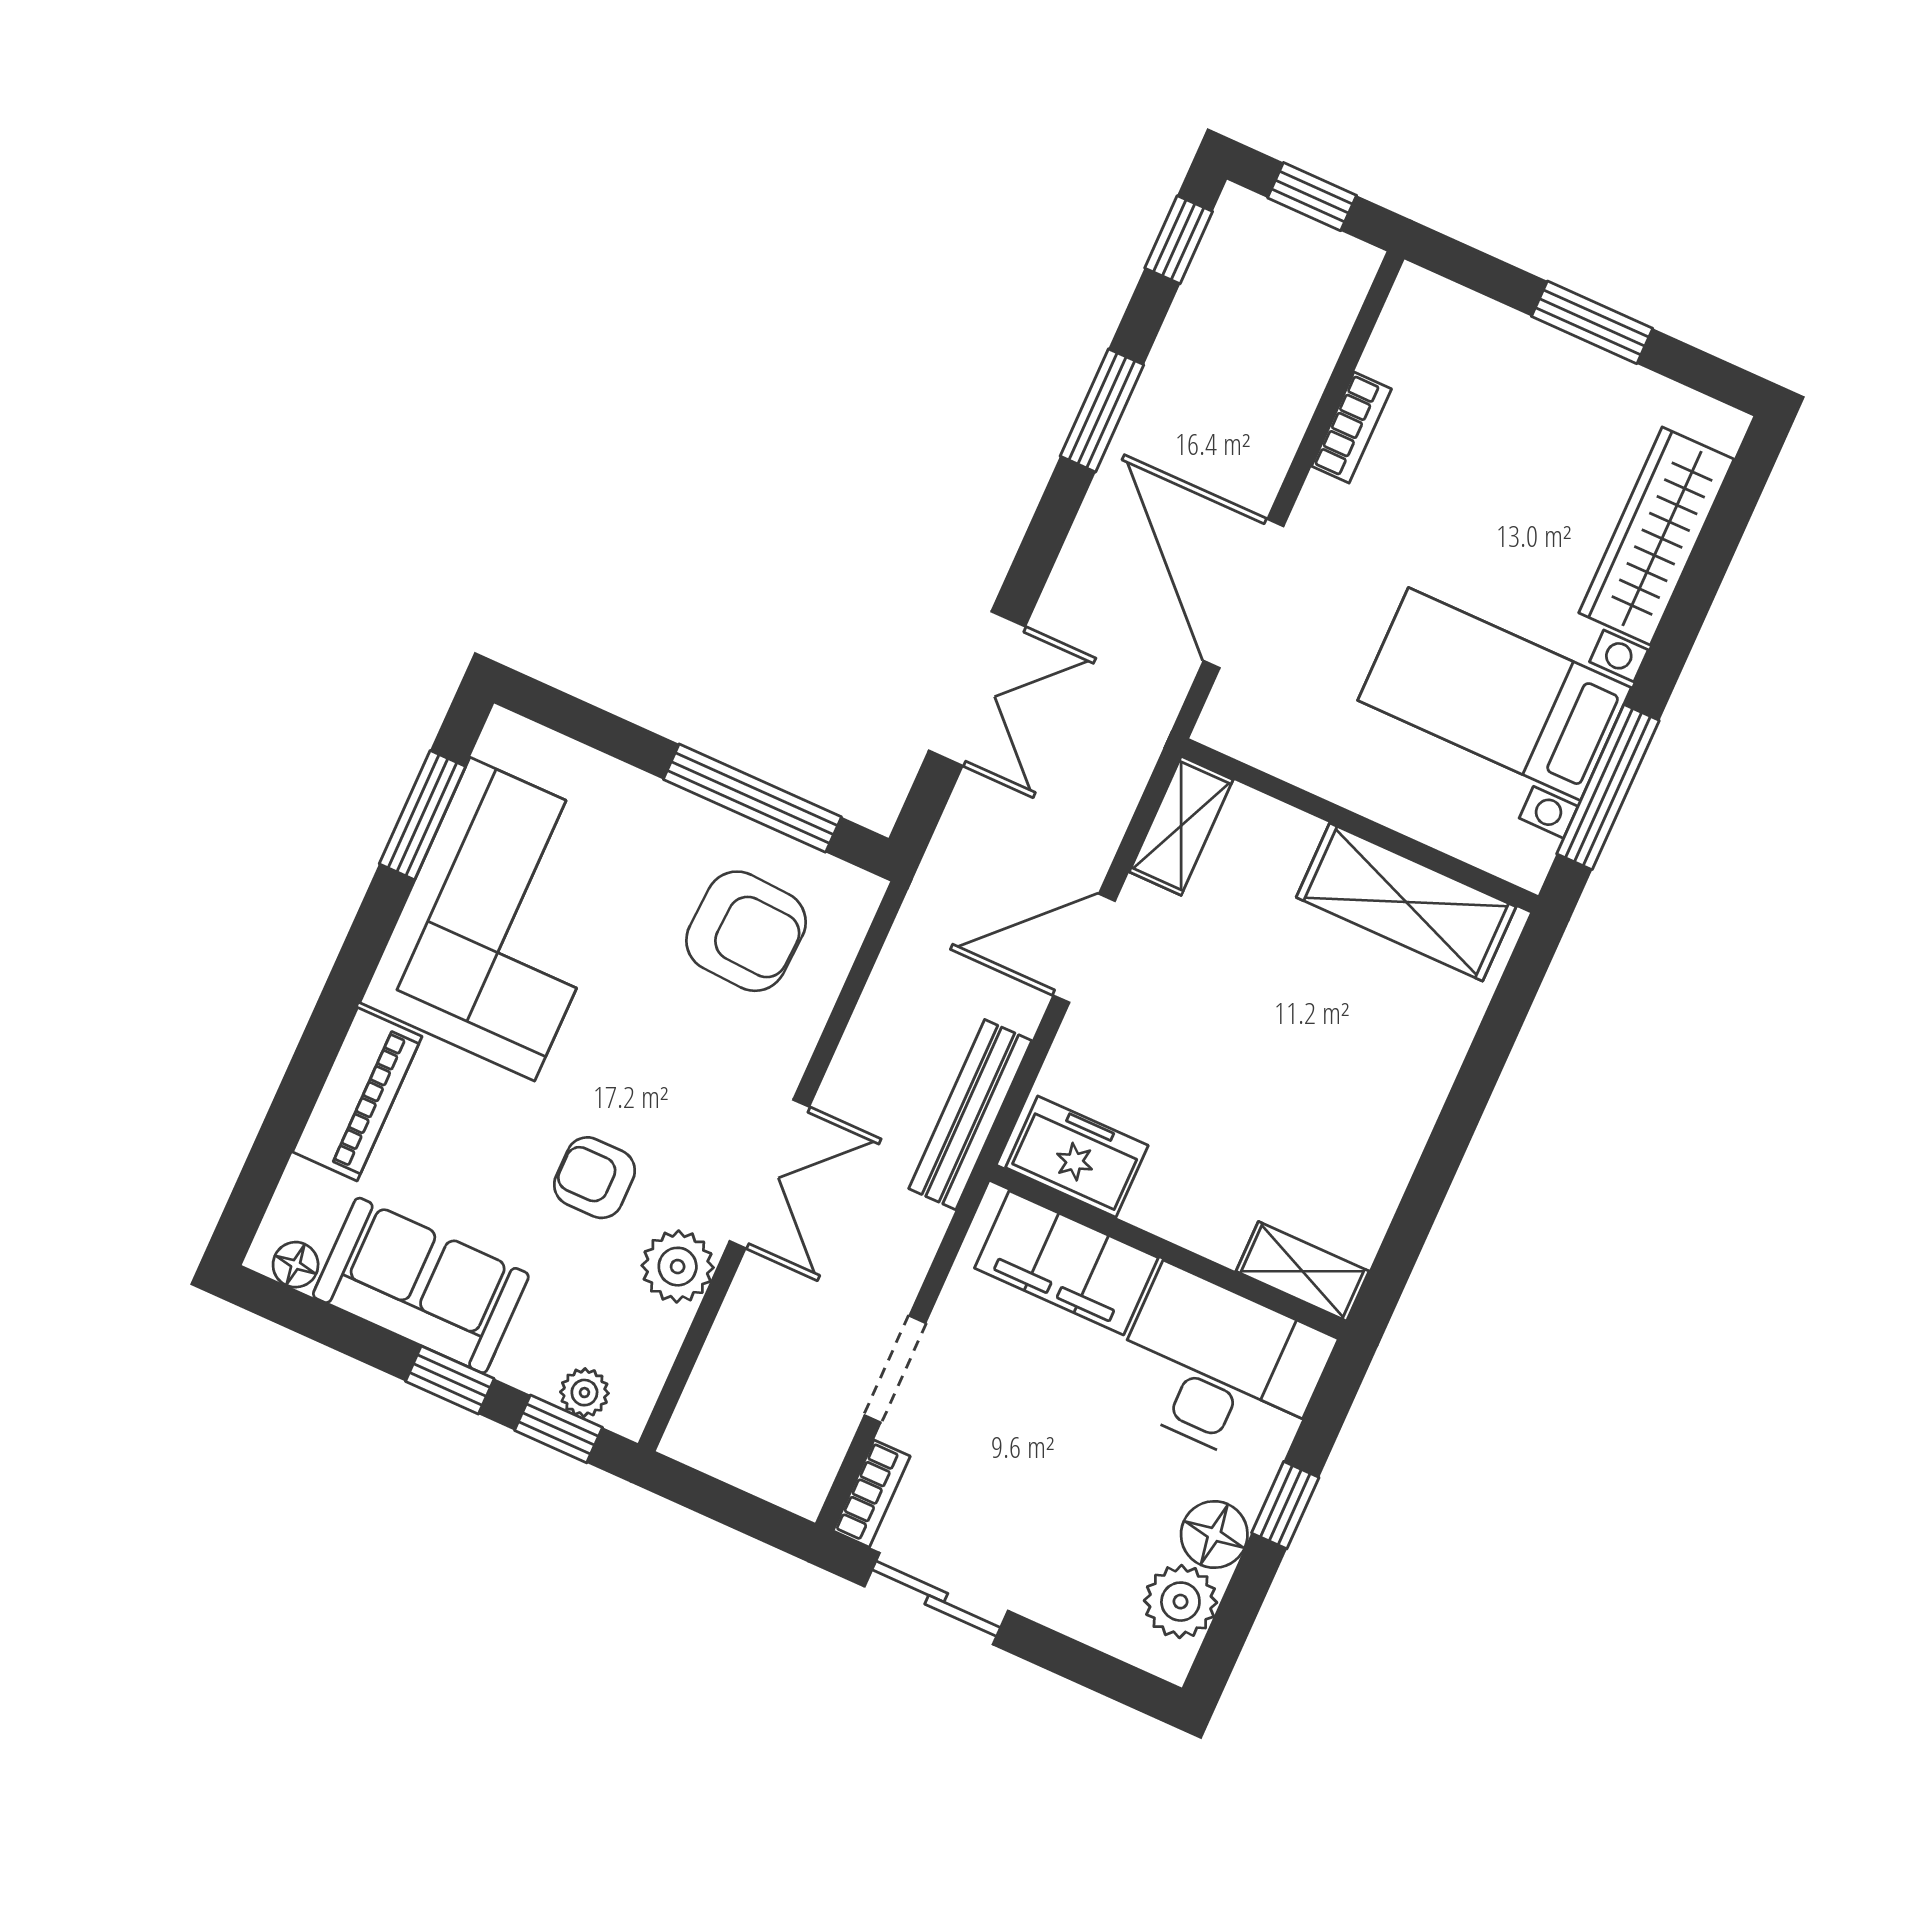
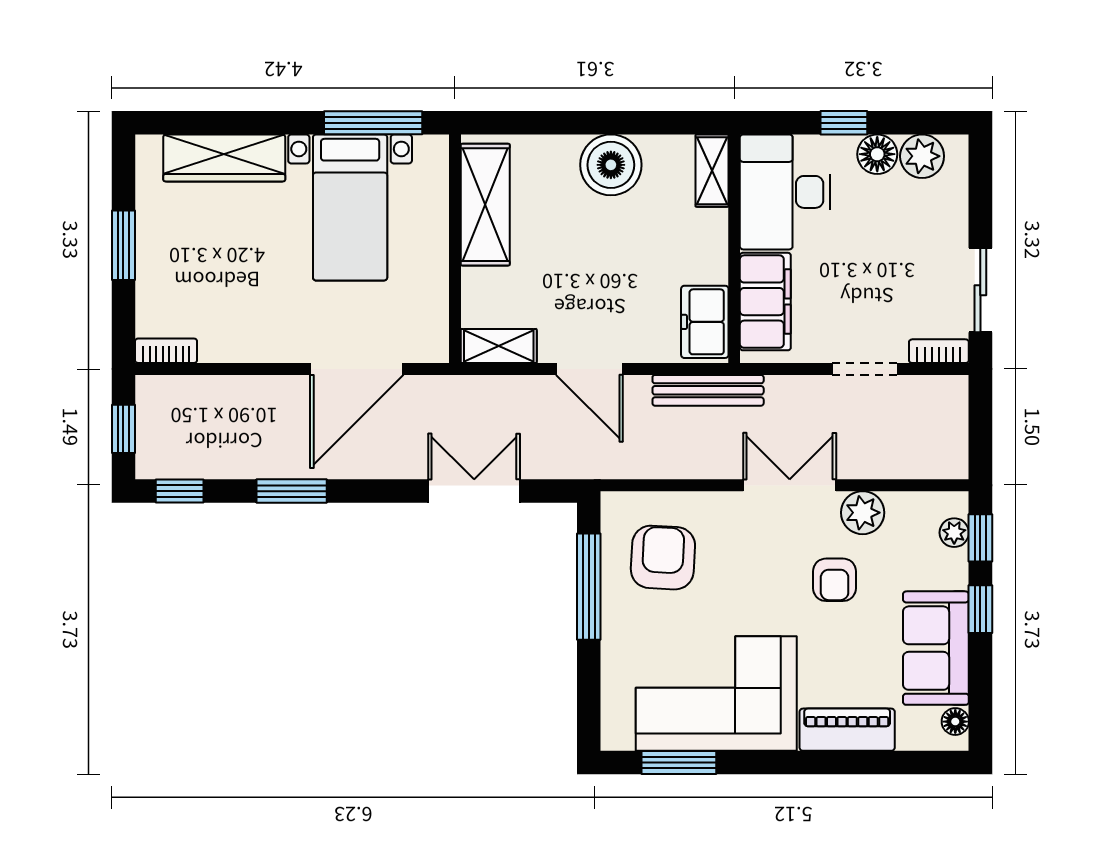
bookcase: (1352, 428) -> (166, 351), moved
boiler: (1381, 1121) -> (611, 165), added

